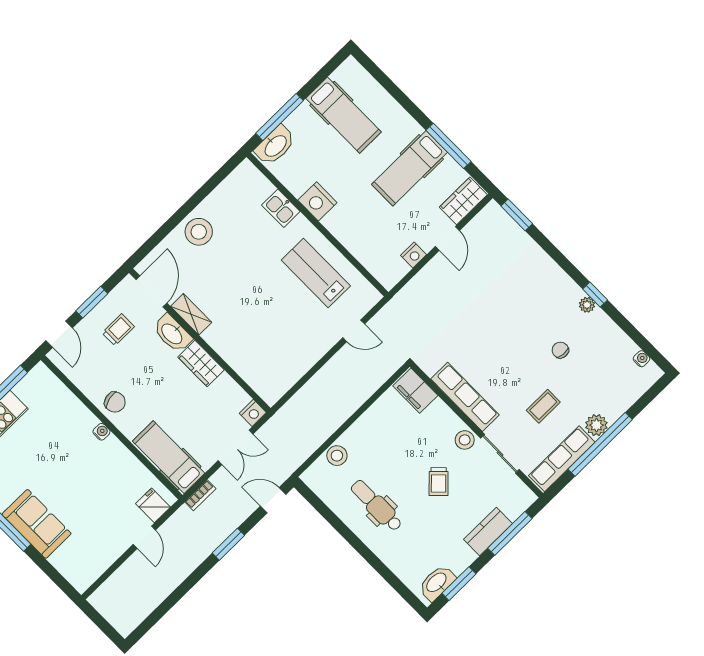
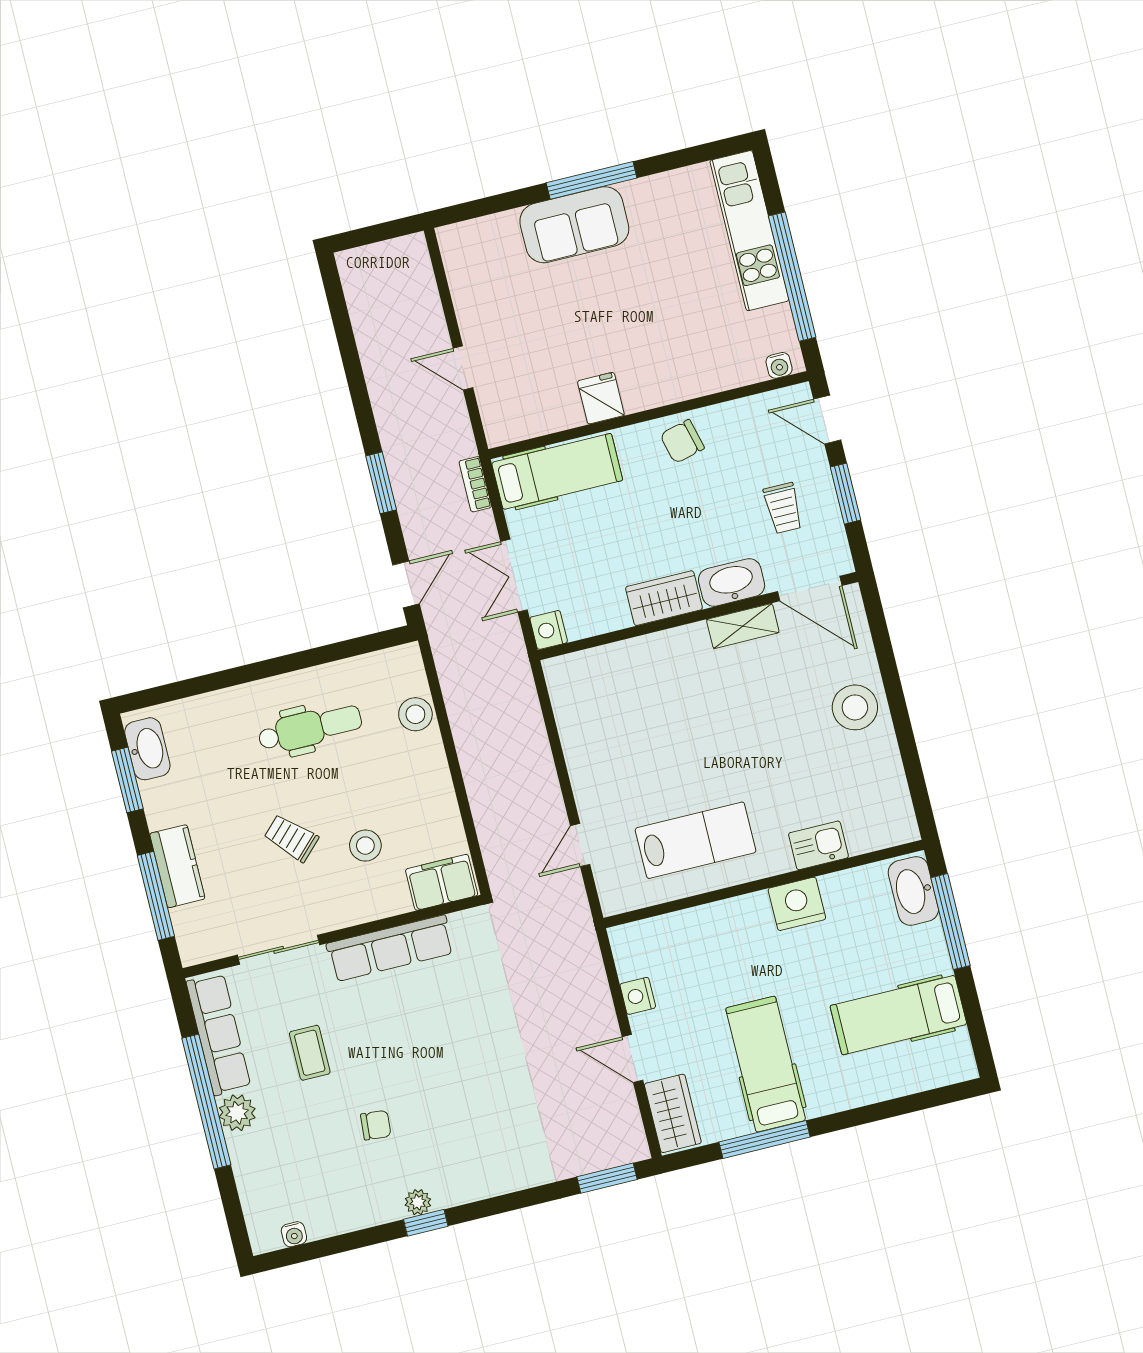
water cooler: (101, 432) -> (779, 365), moved
stool: (465, 440) -> (365, 846), moved
fridge: (153, 505) -> (601, 398), moved, turned -90

